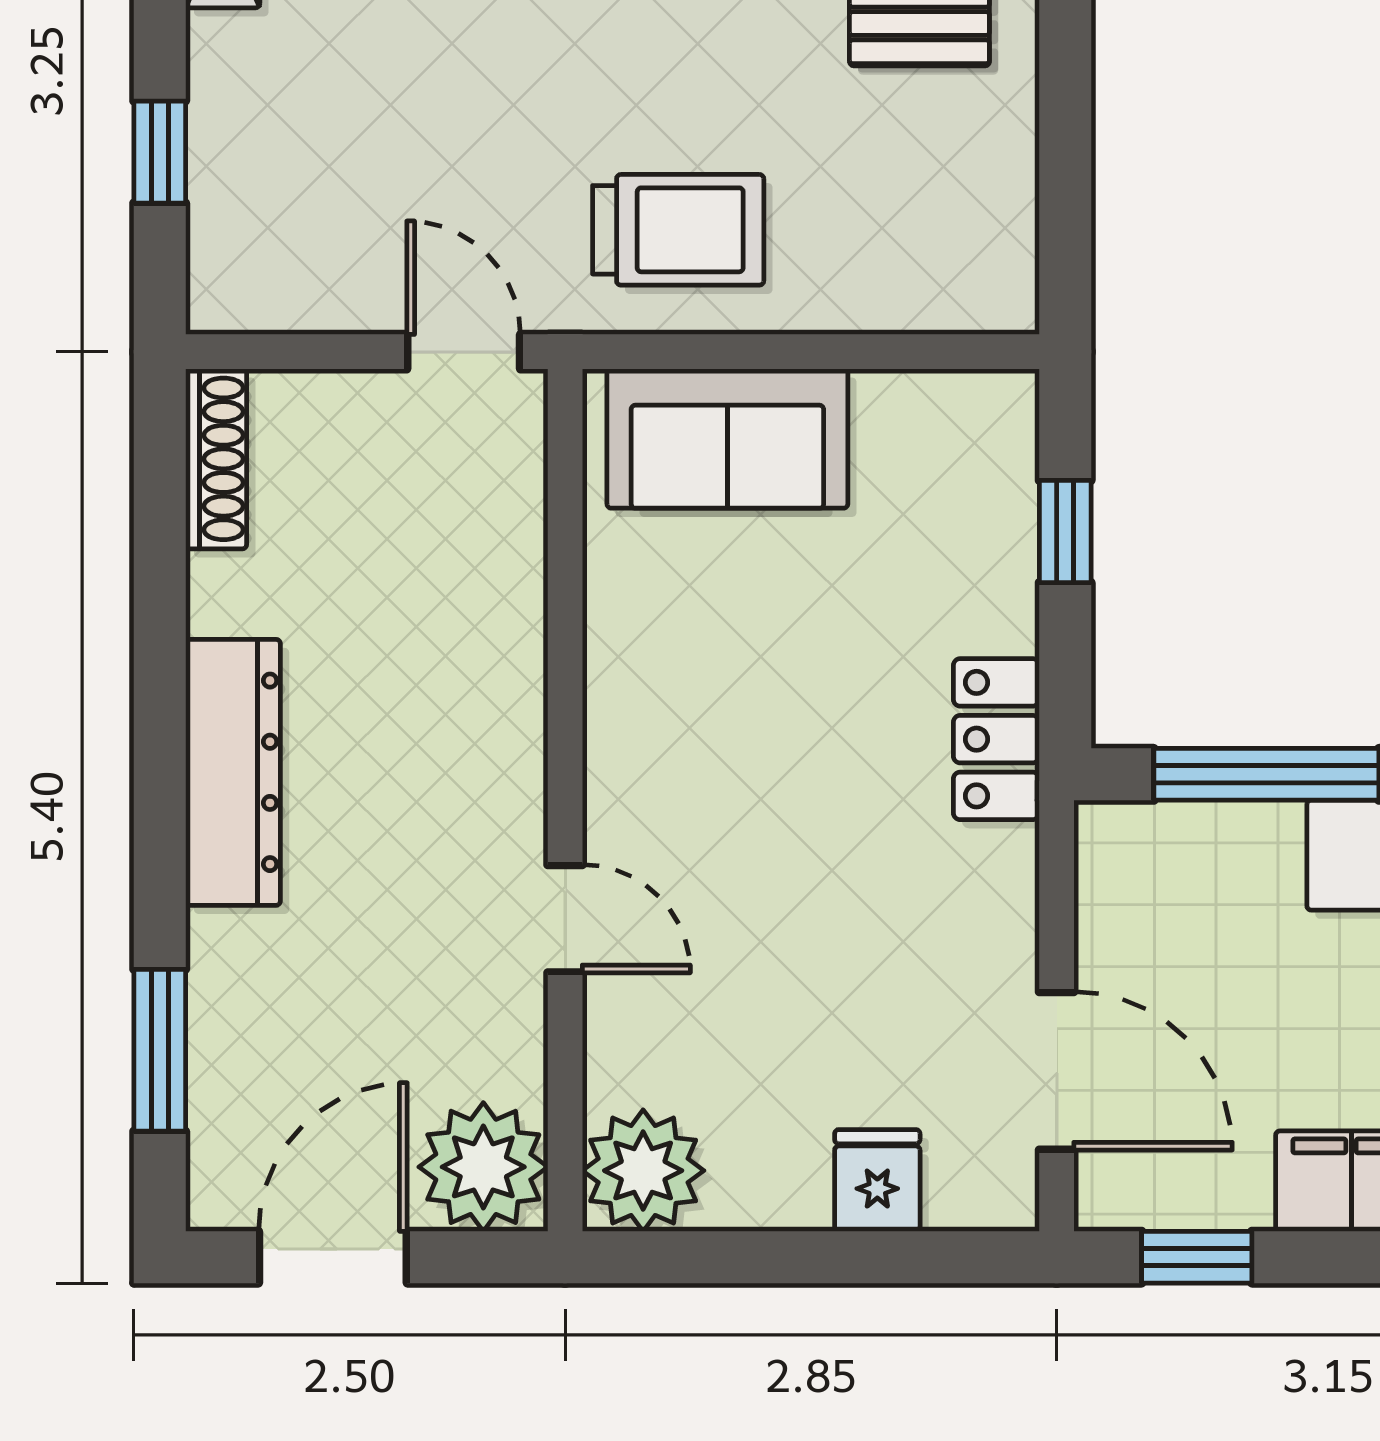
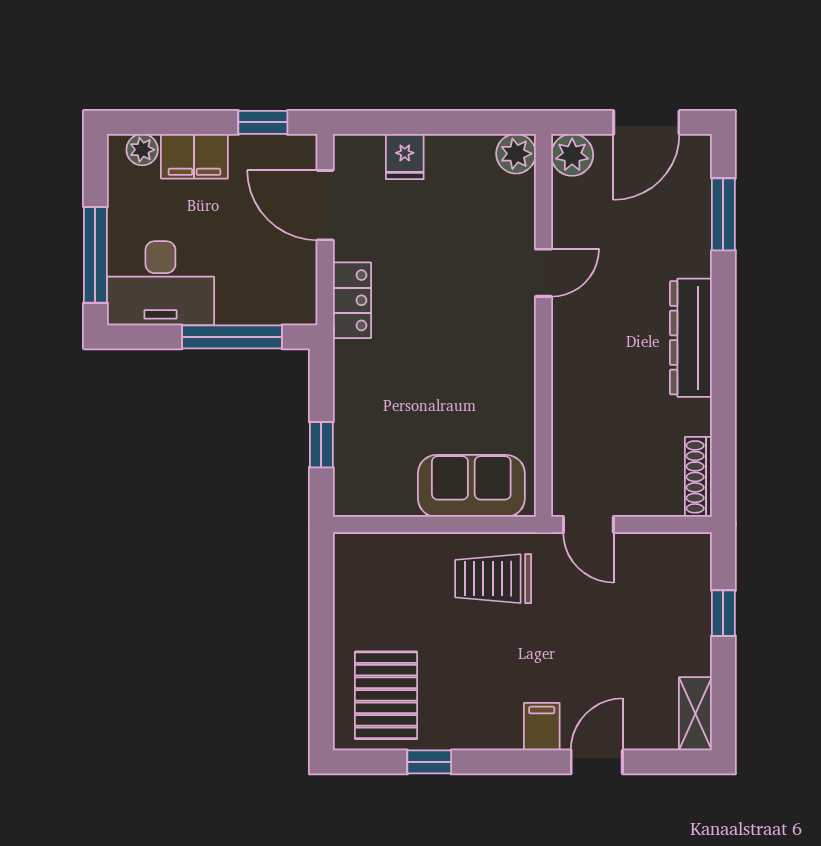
locker: (996, 739) -> (352, 300), moved
door: (565, 919) -> (543, 273), swing flipped
plant: (483, 1167) -> (572, 155), width x0.73, depth x0.73
plant: (643, 1171) -> (516, 154), width x0.73, depth x0.73

